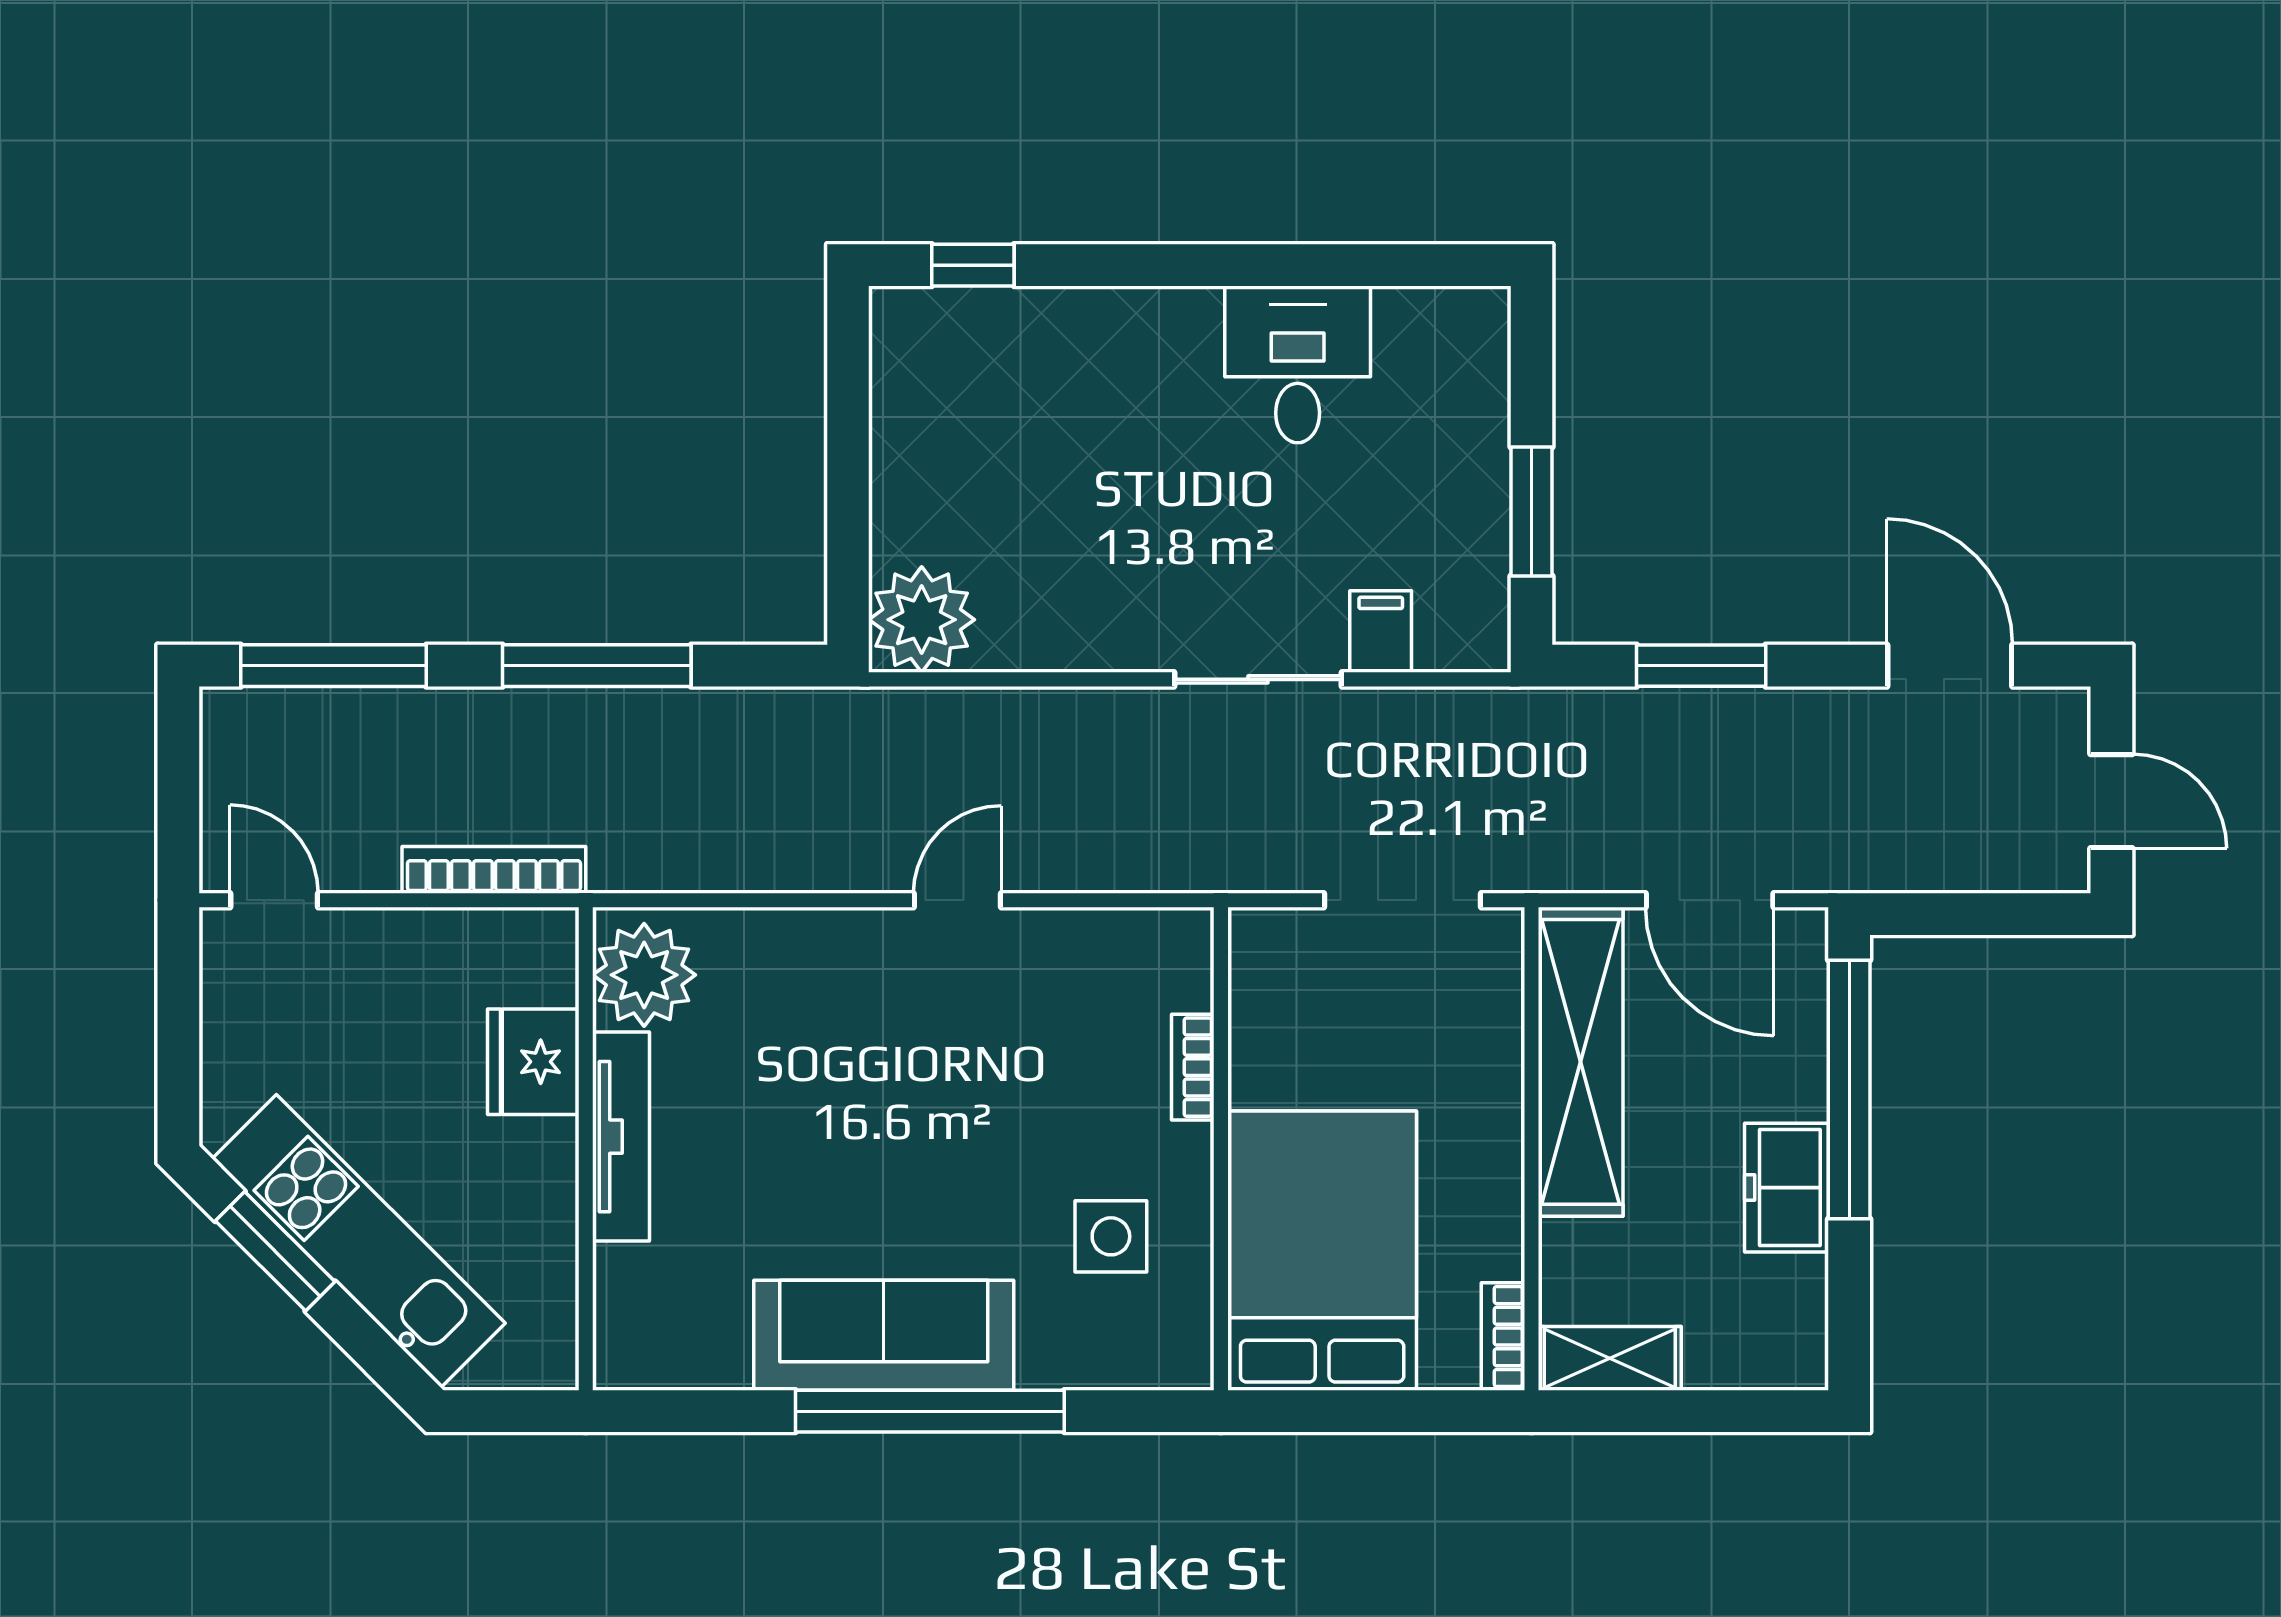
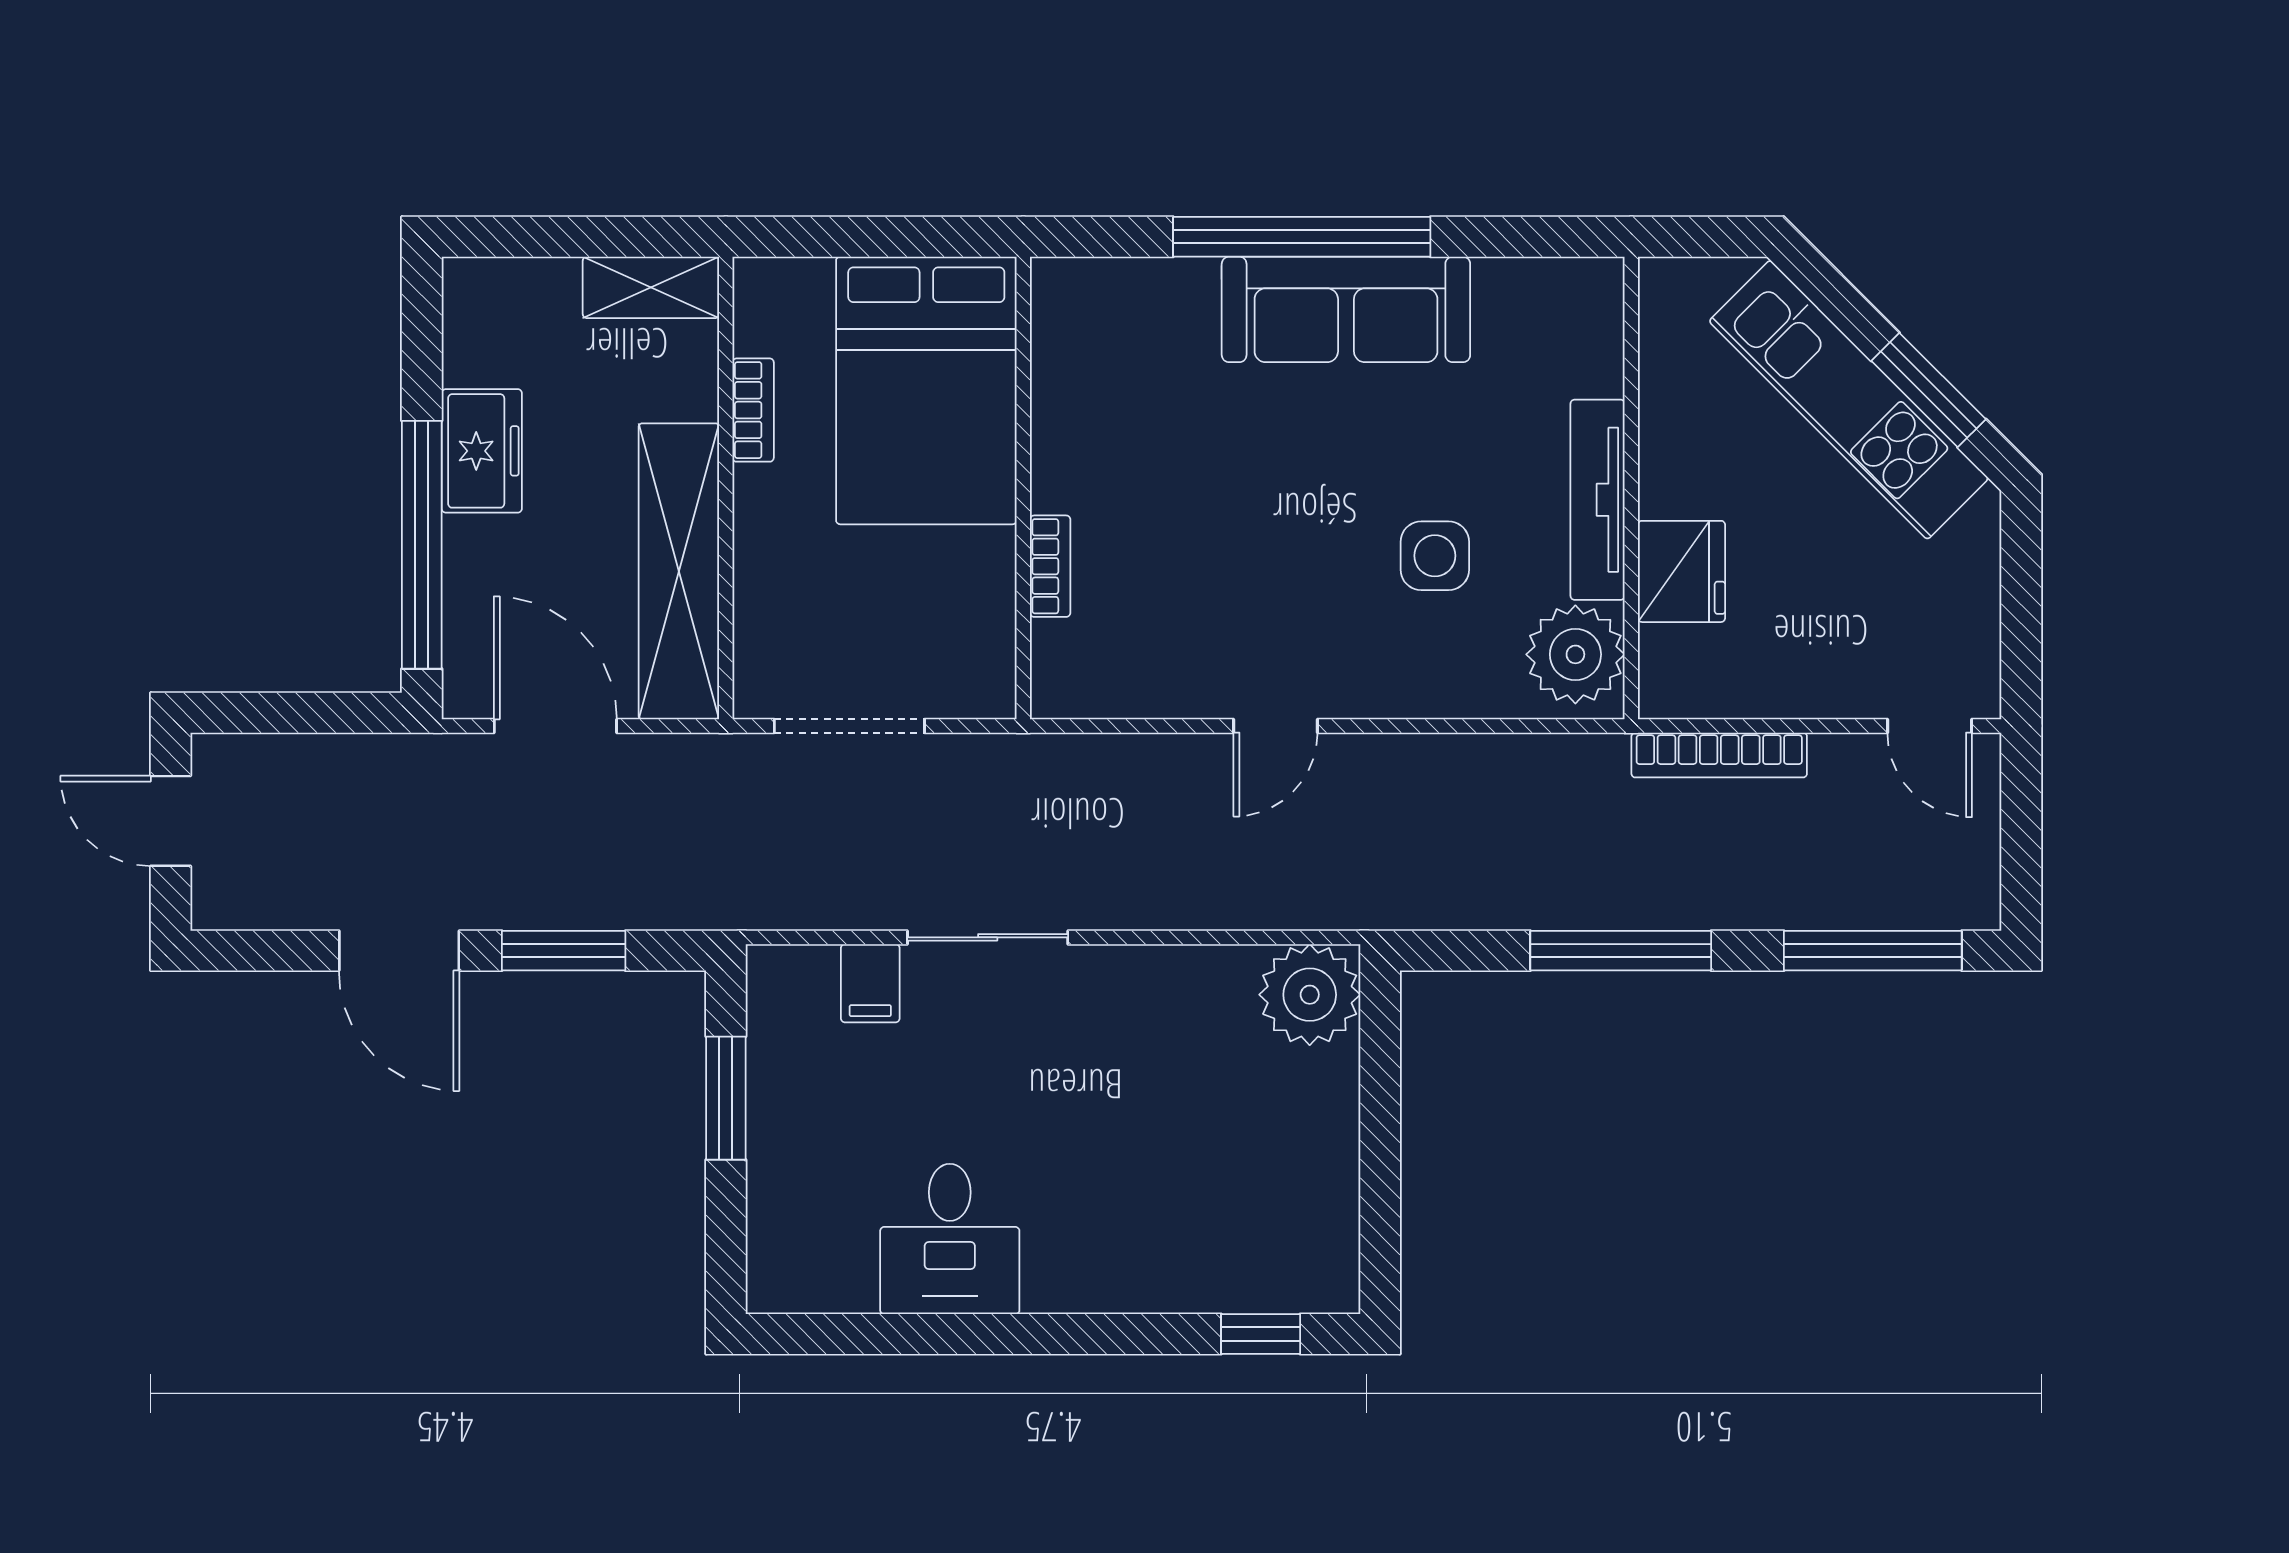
door: (1950, 666) -> (399, 951), moved
side table: (1111, 1236) -> (1435, 556), moved
bookcase: (1503, 1337) -> (753, 410), moved

